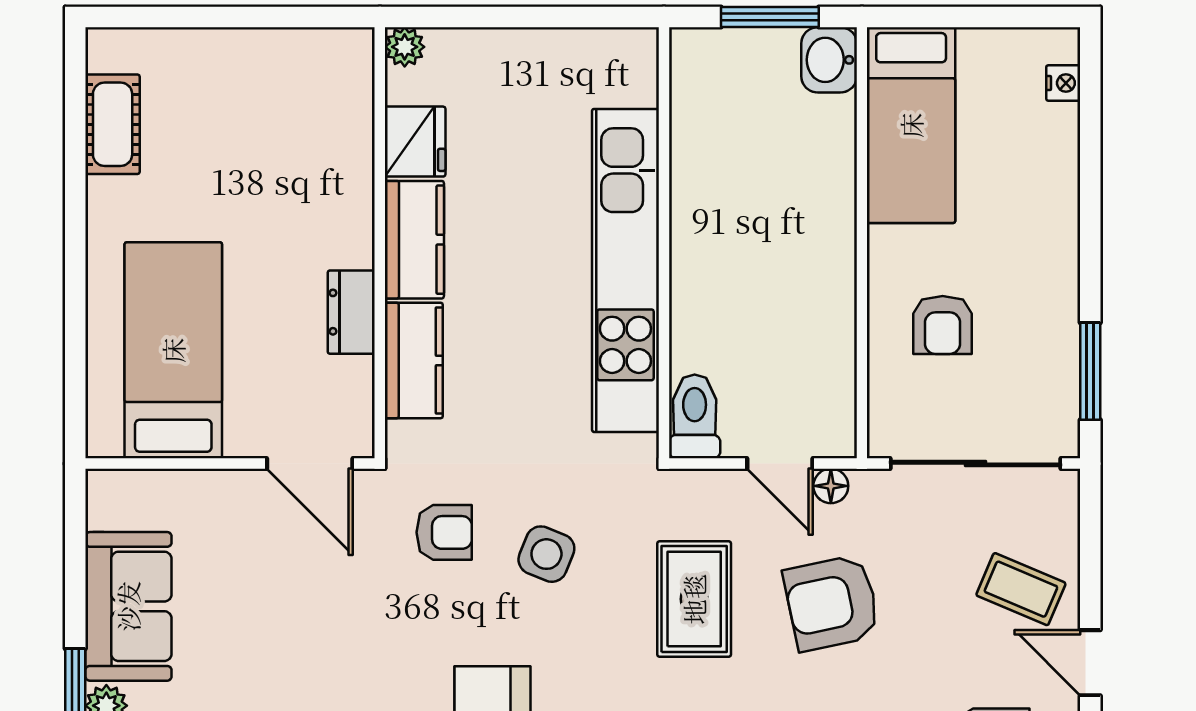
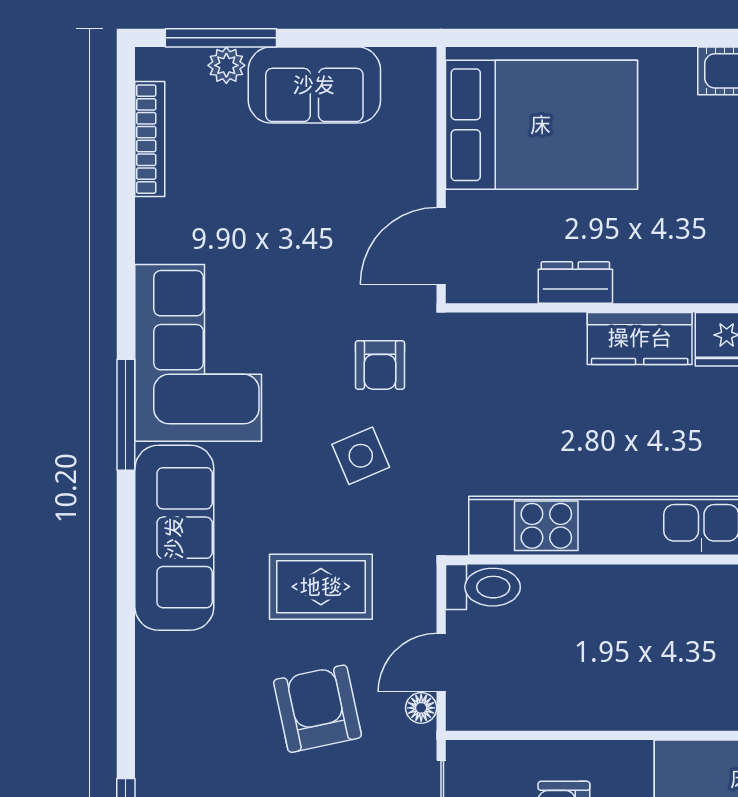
bed: (173, 350) -> (541, 125), width x1.50
kitchen counter: (414, 360) -> (532, 338), removed
side table: (546, 554) -> (361, 456), turned 45

